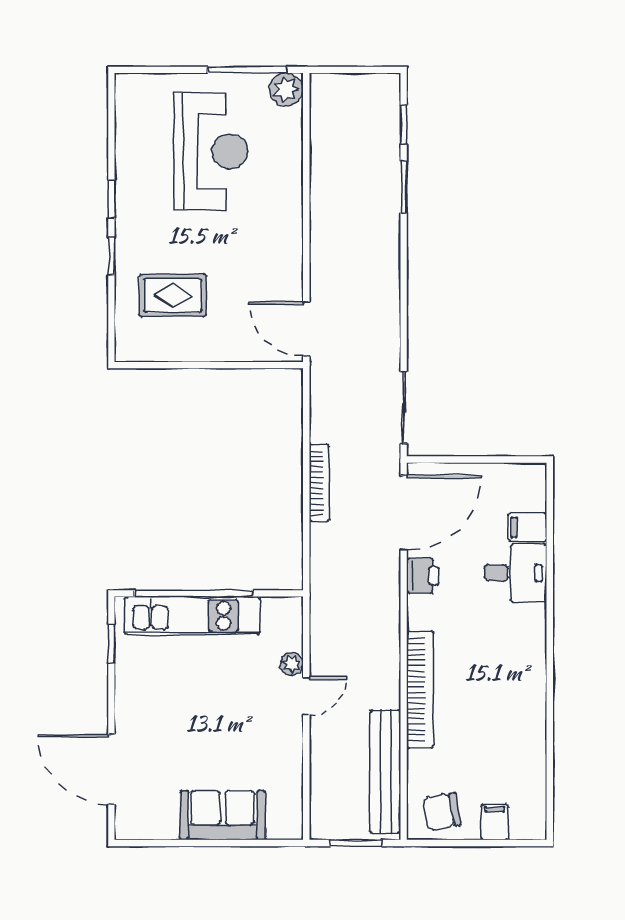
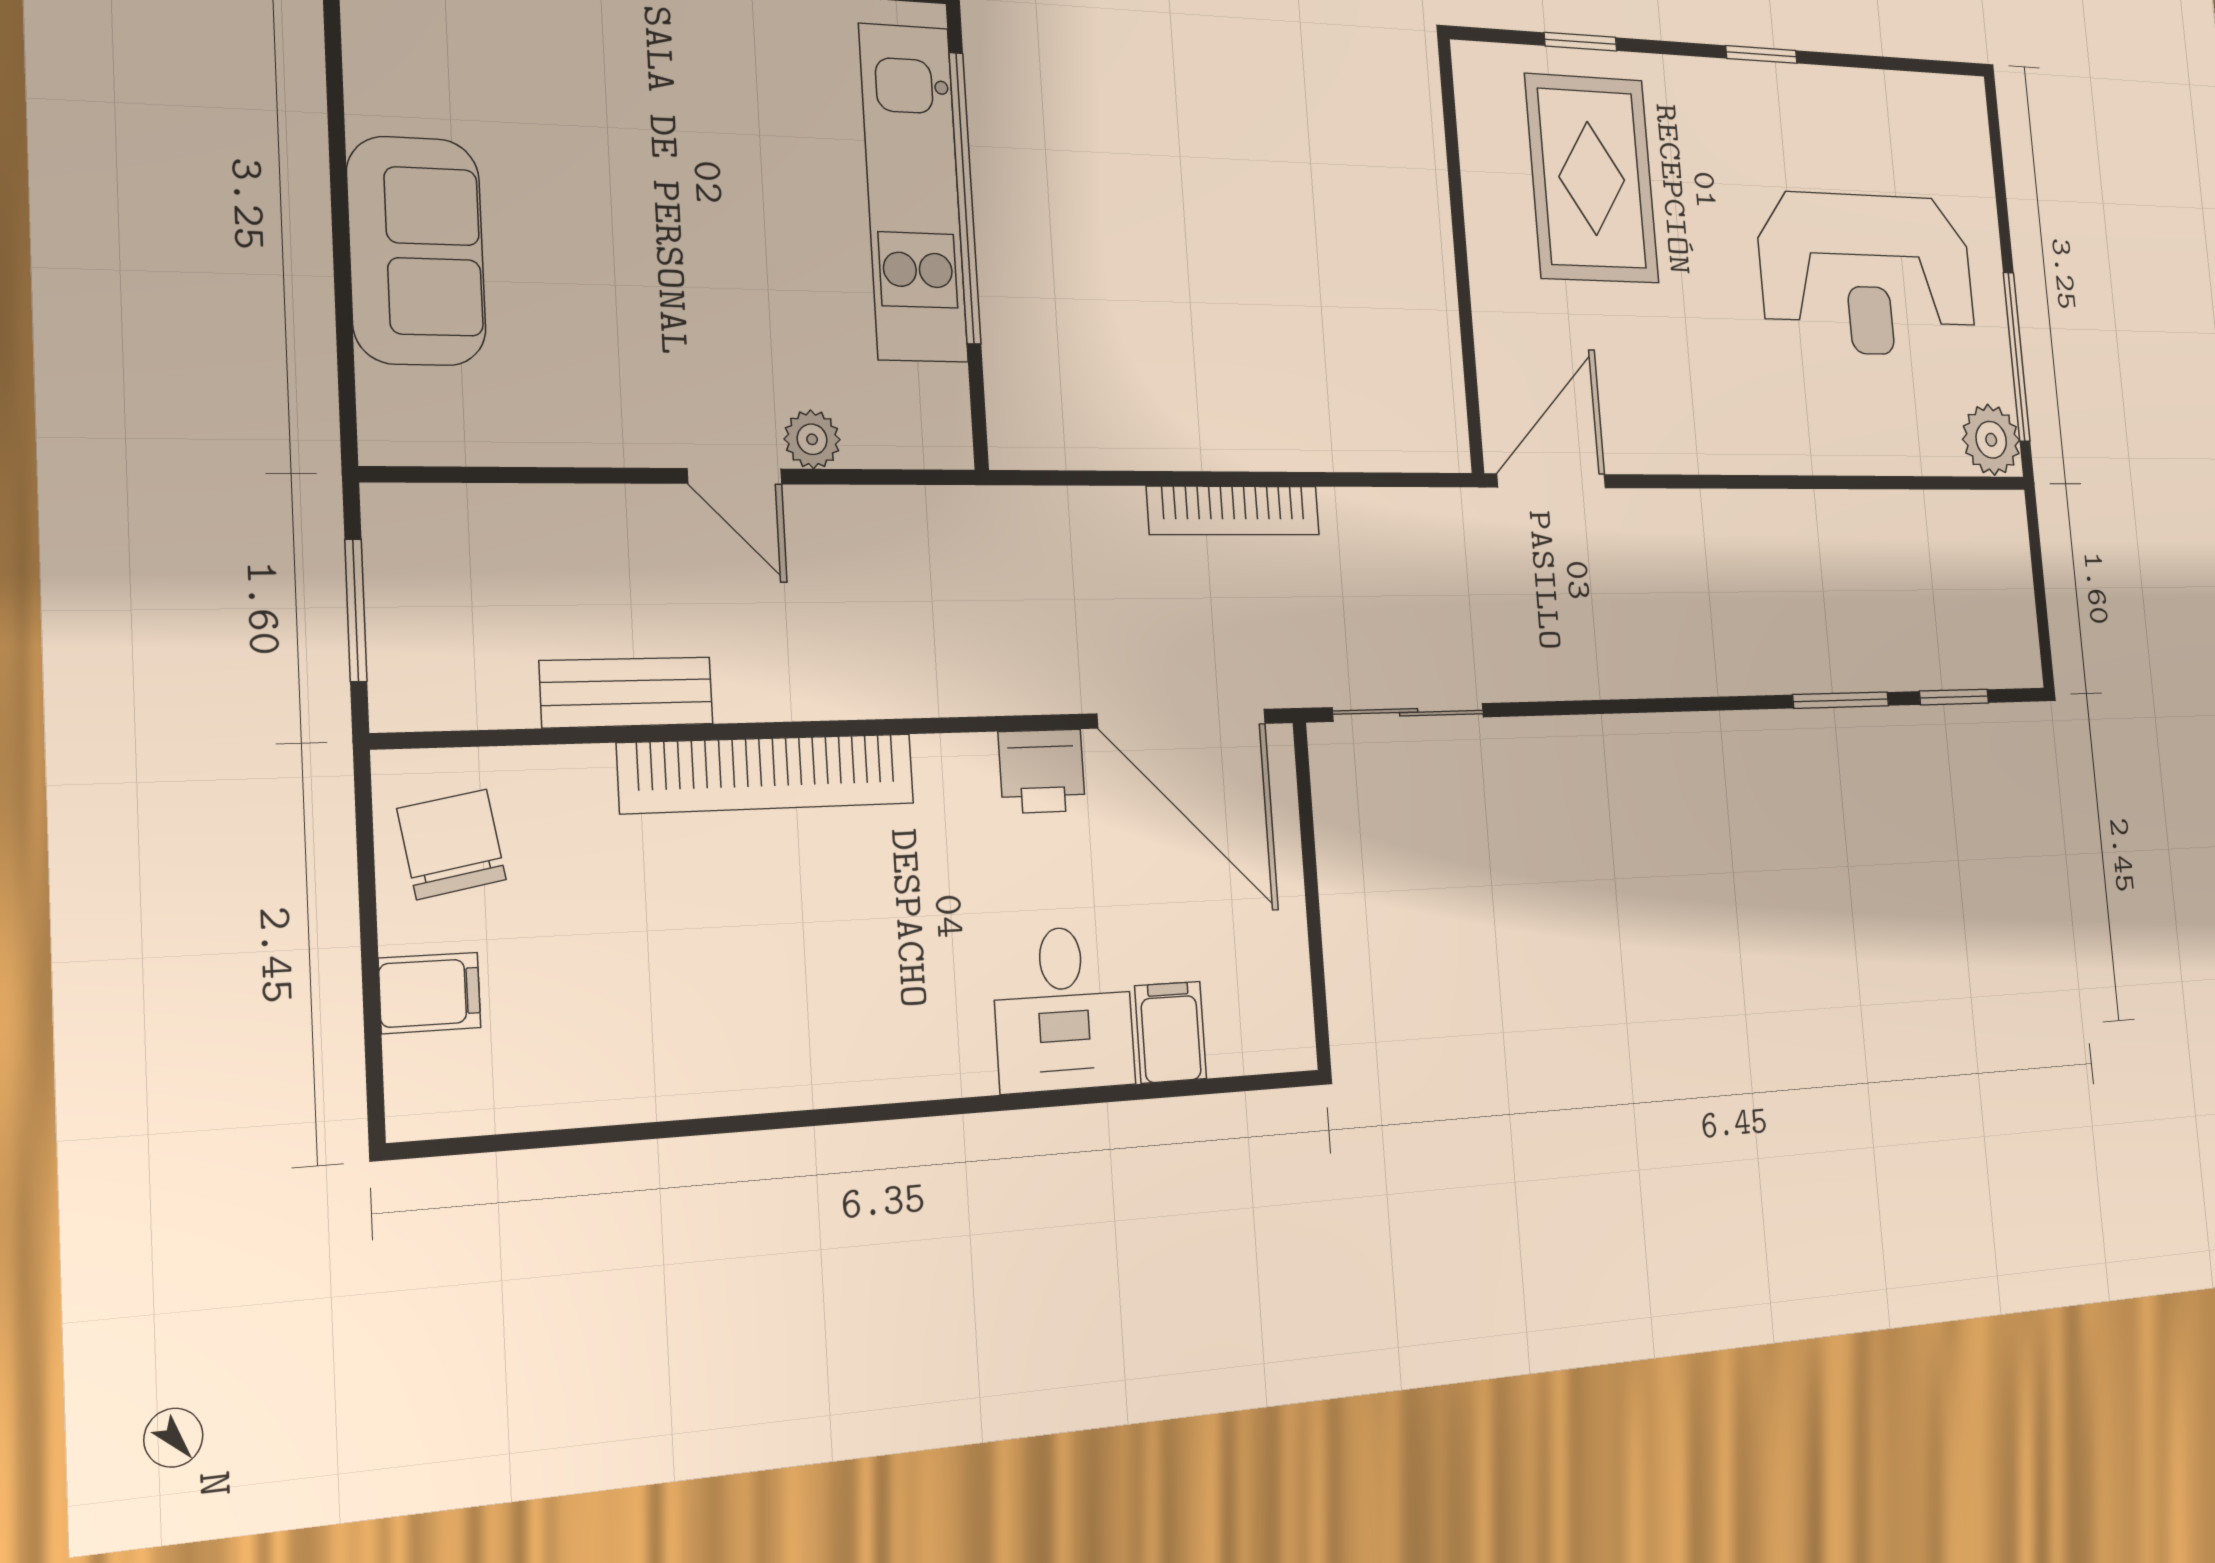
window: (111, 256) -> (1580, 42), moved
rug: (173, 295) -> (1592, 178), width x1.36, depth x1.43
bench: (385, 772) -> (627, 692), width x0.54, depth x0.82

